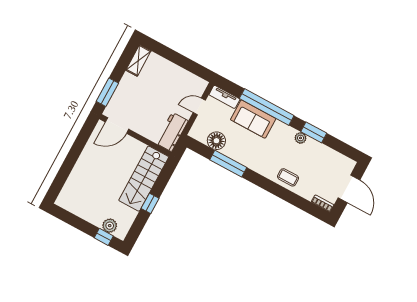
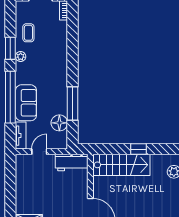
door: (199, 106) -> (39, 152), swing flipped
coffee table: (288, 177) -> (28, 33), moved

